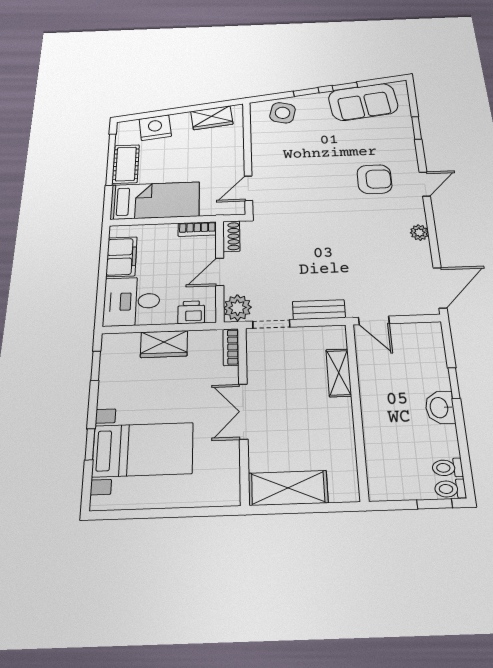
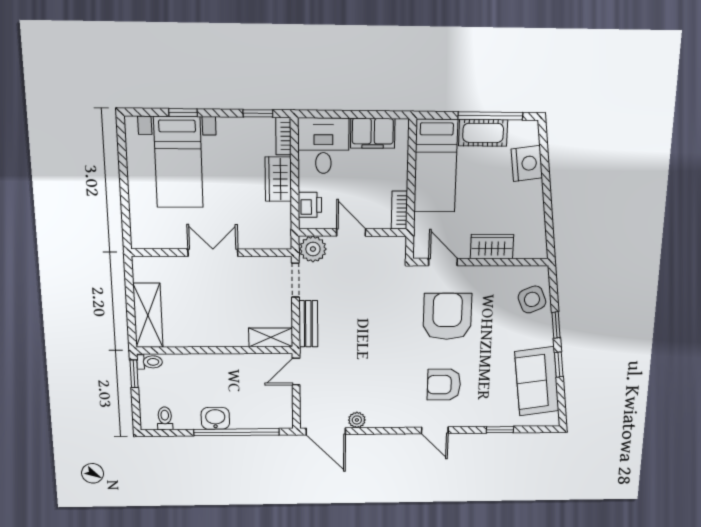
side table: (283, 113) -> (532, 299), turned -37
wardrobe: (212, 118) -> (492, 247), moved, turned 98
armchair: (374, 179) -> (444, 385), turned 90
armchair: (303, 181) -> (447, 316), added
plant: (419, 233) -> (357, 420), moved
shoe rack: (231, 236) -> (389, 244), removed
bookcase: (231, 347) -> (283, 136), moved, turned -90
shelving: (339, 373) -> (271, 337), moved
window: (454, 383) -> (237, 432), width x3.17
shelving: (288, 488) -> (148, 315), moved
toilet: (450, 489) -> (150, 362), moved, turned 90
window: (435, 504) -> (134, 374), moved

